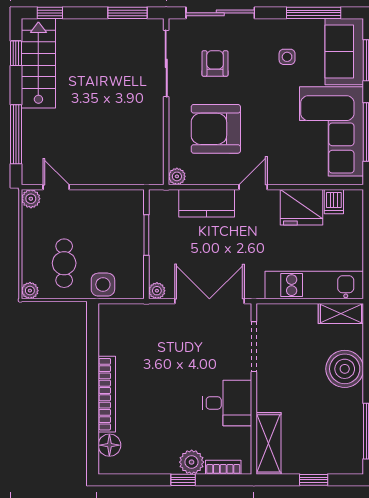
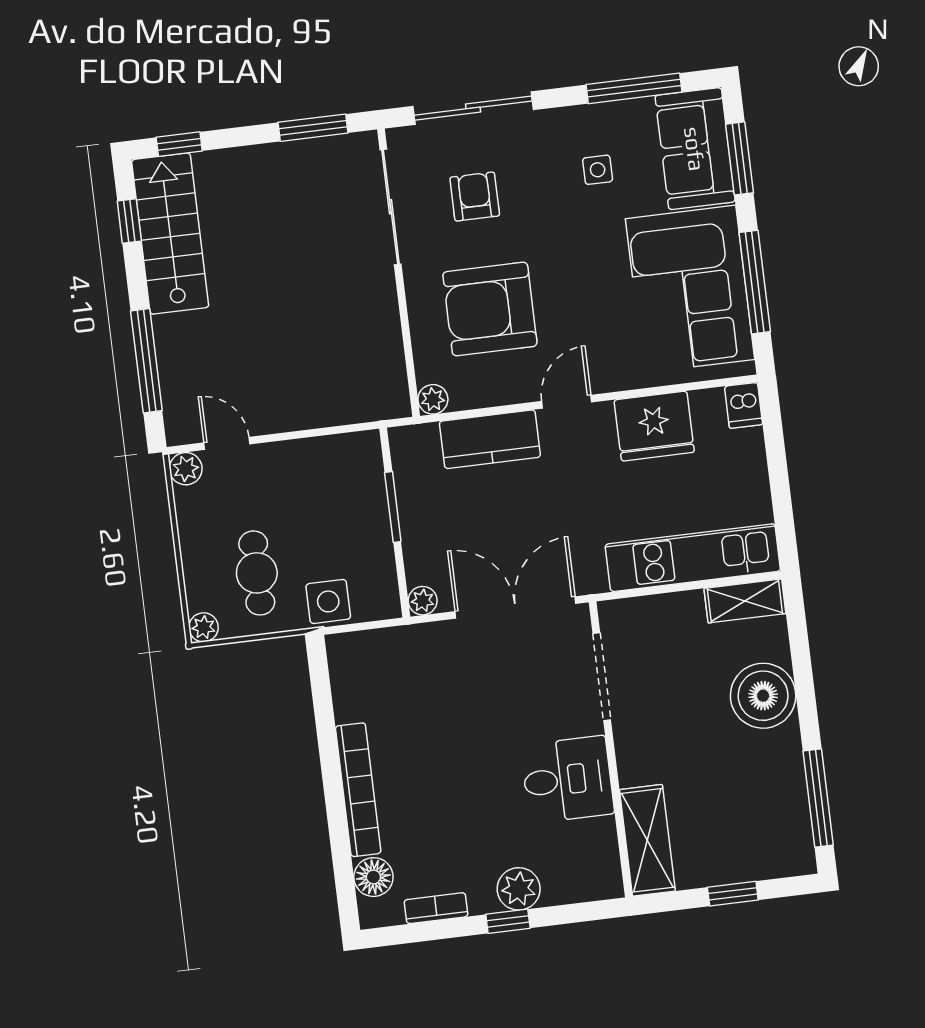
dishwasher: (334, 202) -> (744, 405), moved
bookcase: (223, 467) -> (436, 908), moved

